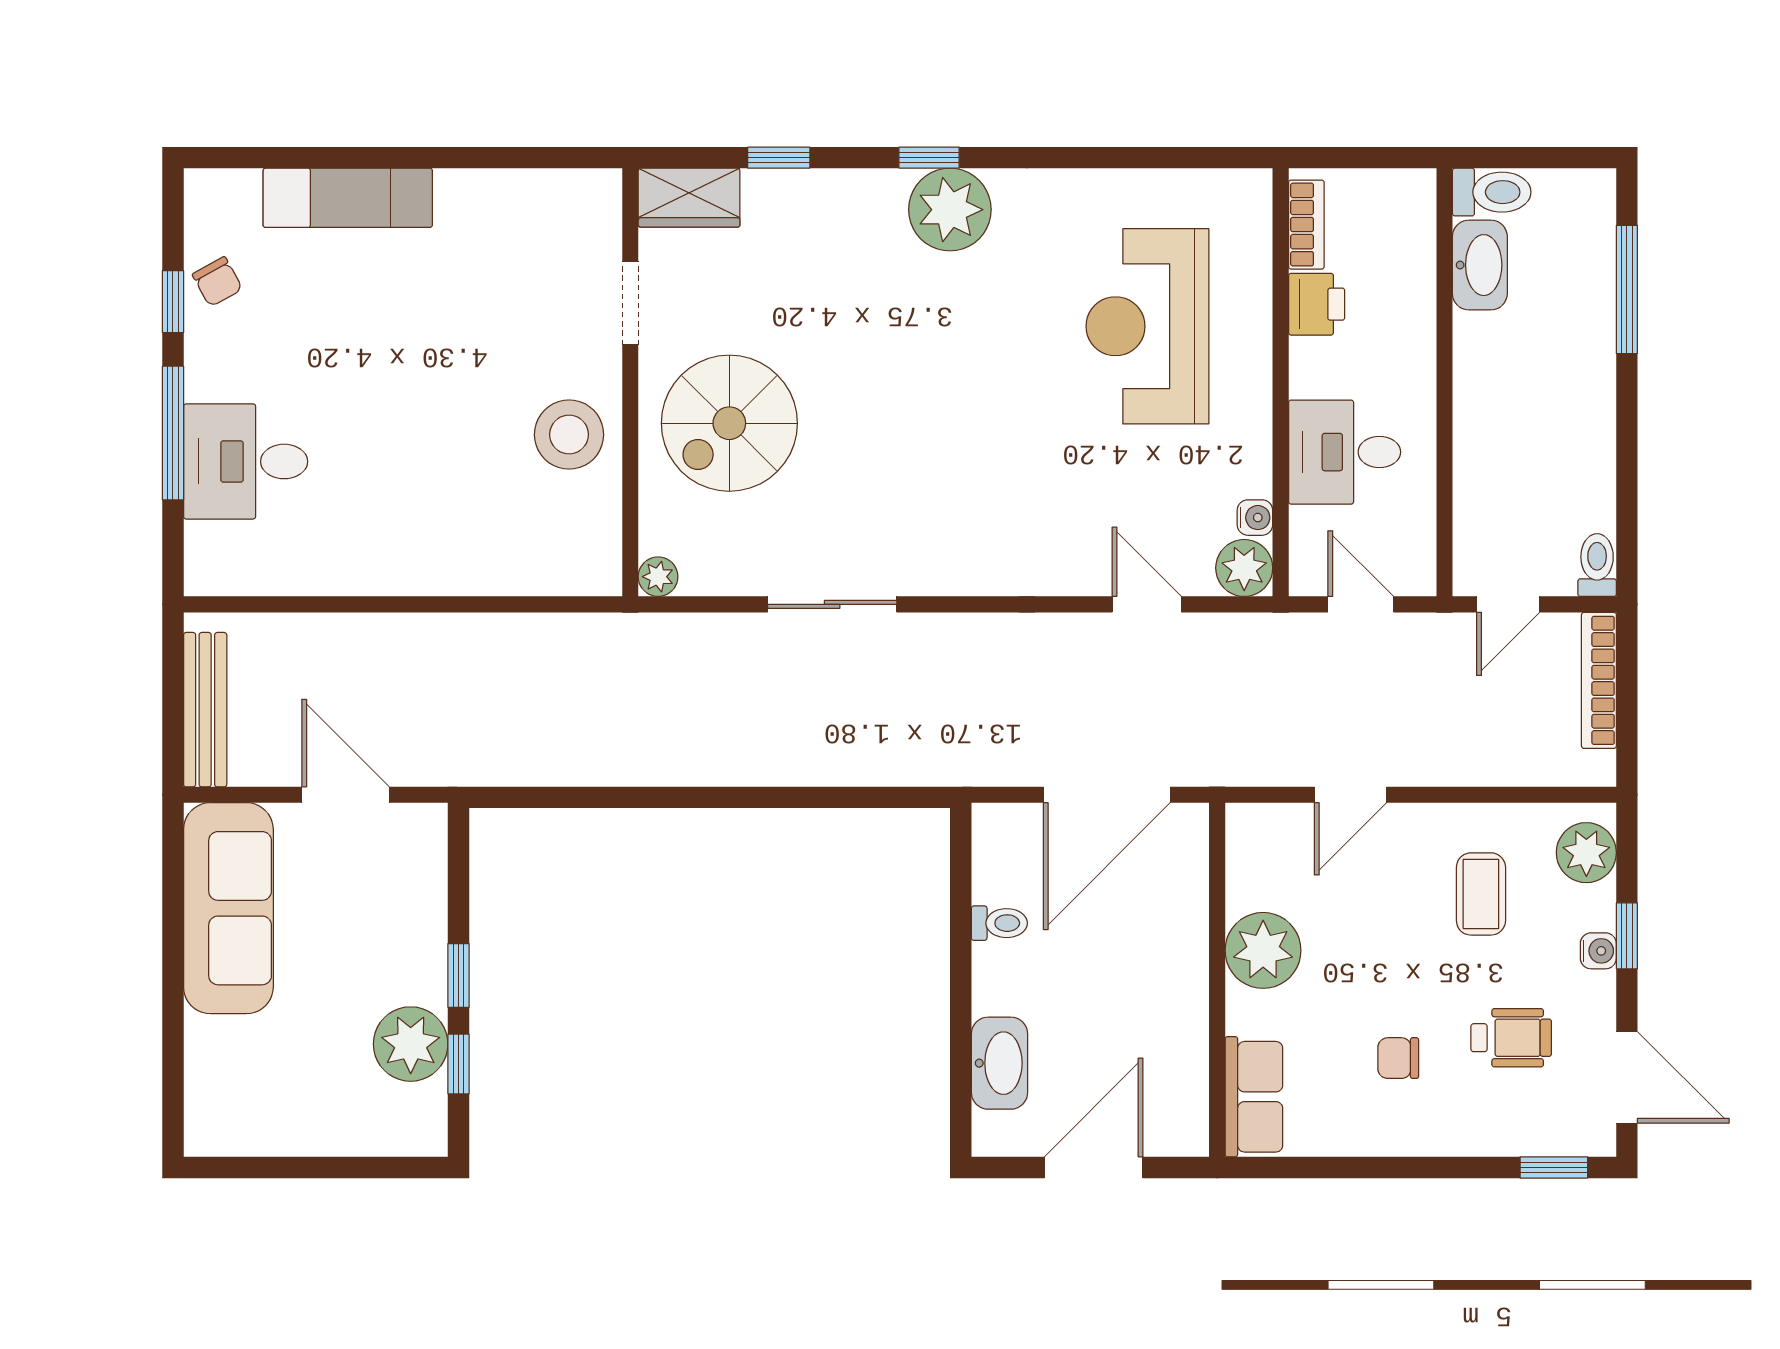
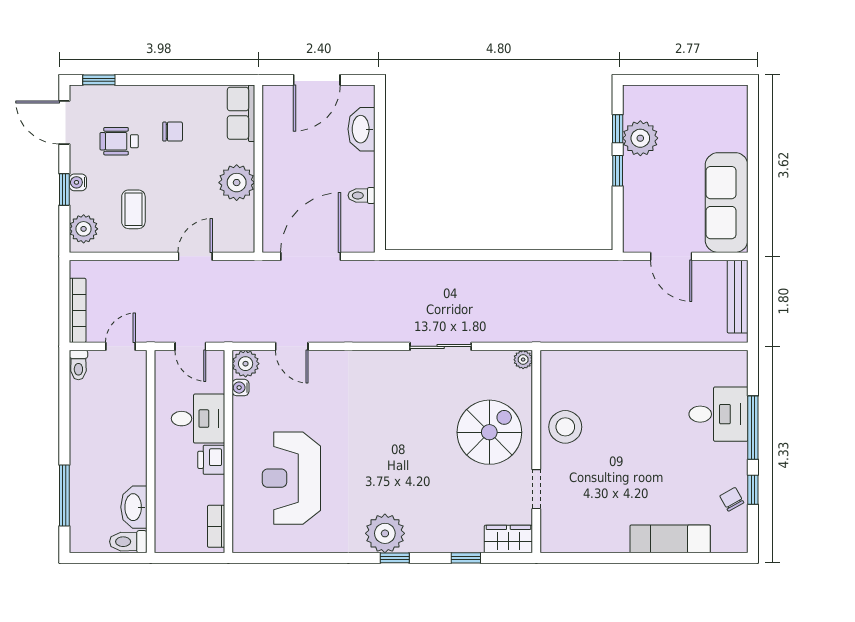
printer: (1317, 304) -> (211, 460), moved
reception desk: (1147, 326) -> (291, 478), turned 180

